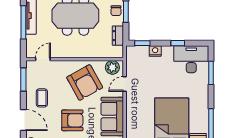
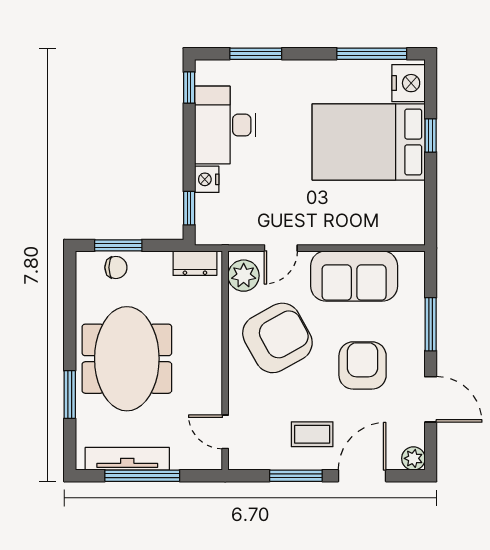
dresser: (118, 36) -> (195, 263), moved
window: (178, 43) -> (189, 88), moved
desk: (191, 59) -> (225, 125), moved
window: (23, 80) -> (296, 476), moved
door: (125, 84) -> (281, 248), hinge flipped

